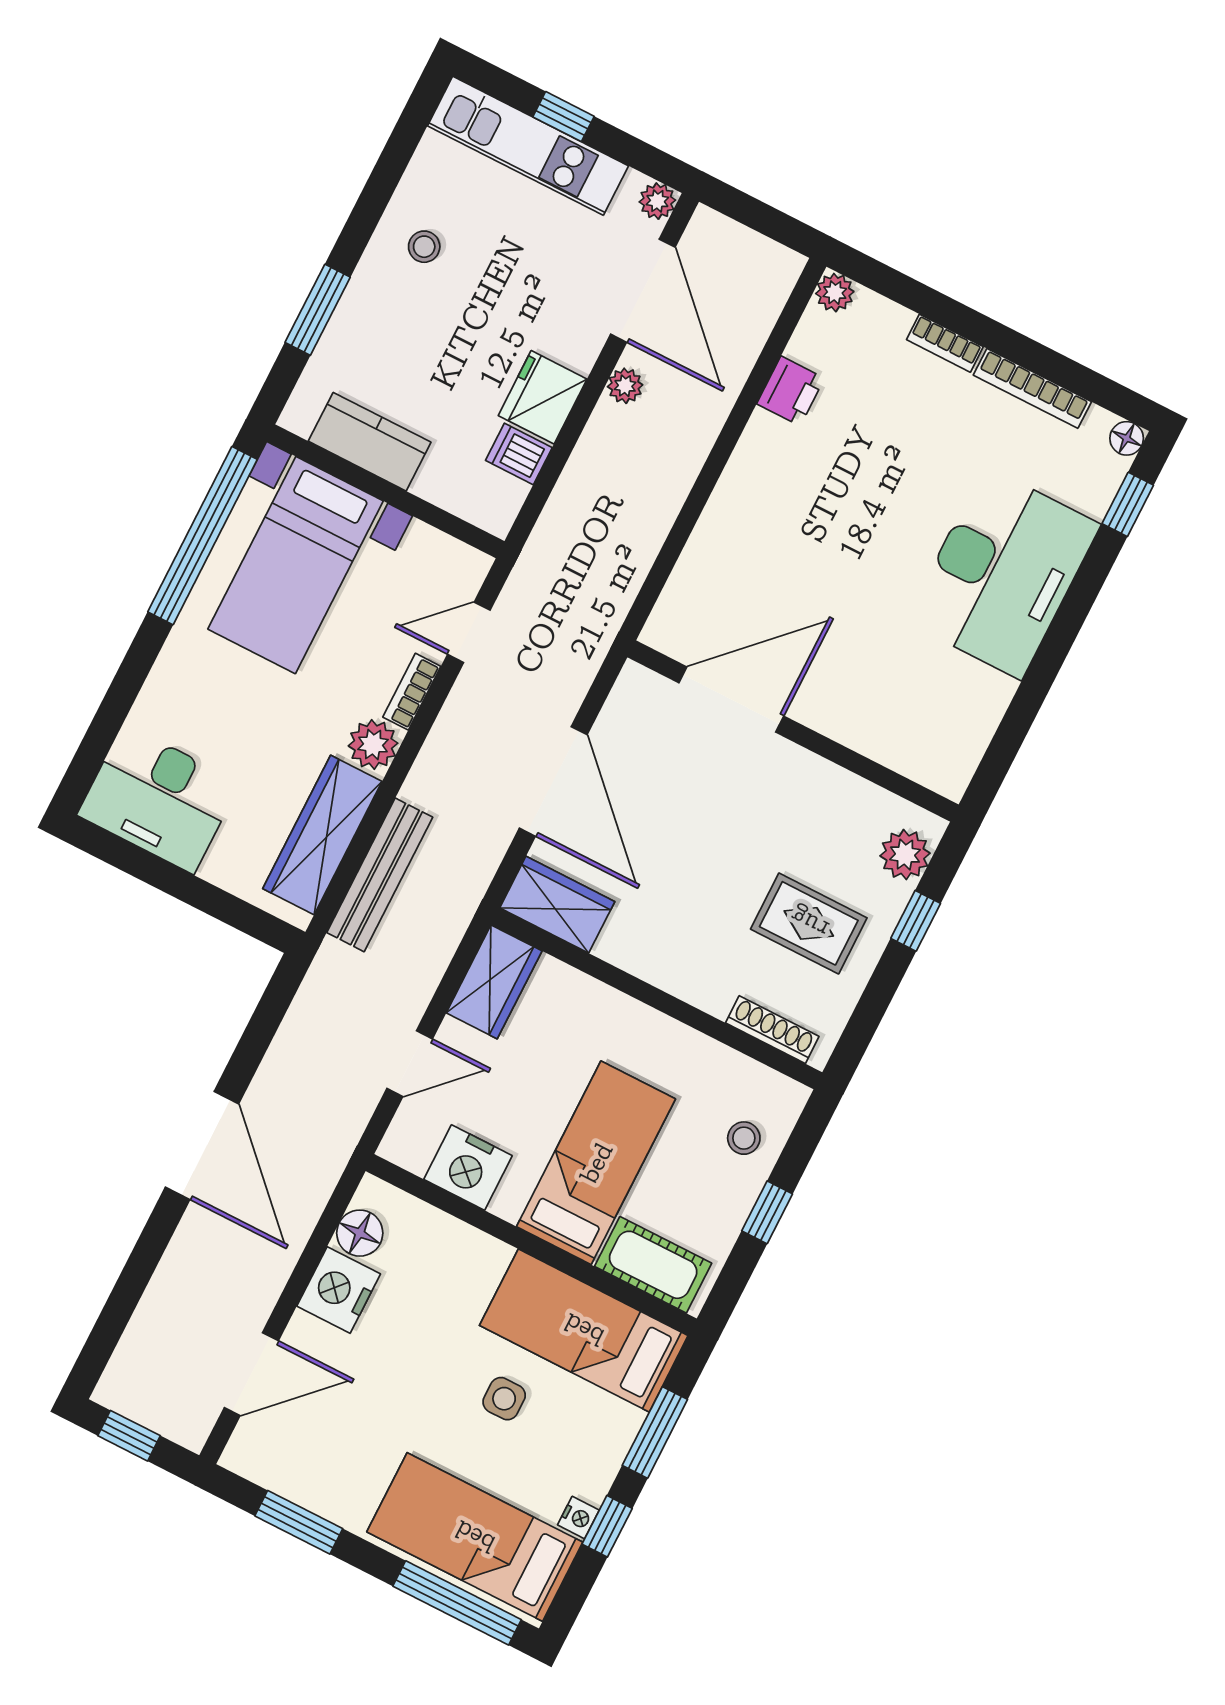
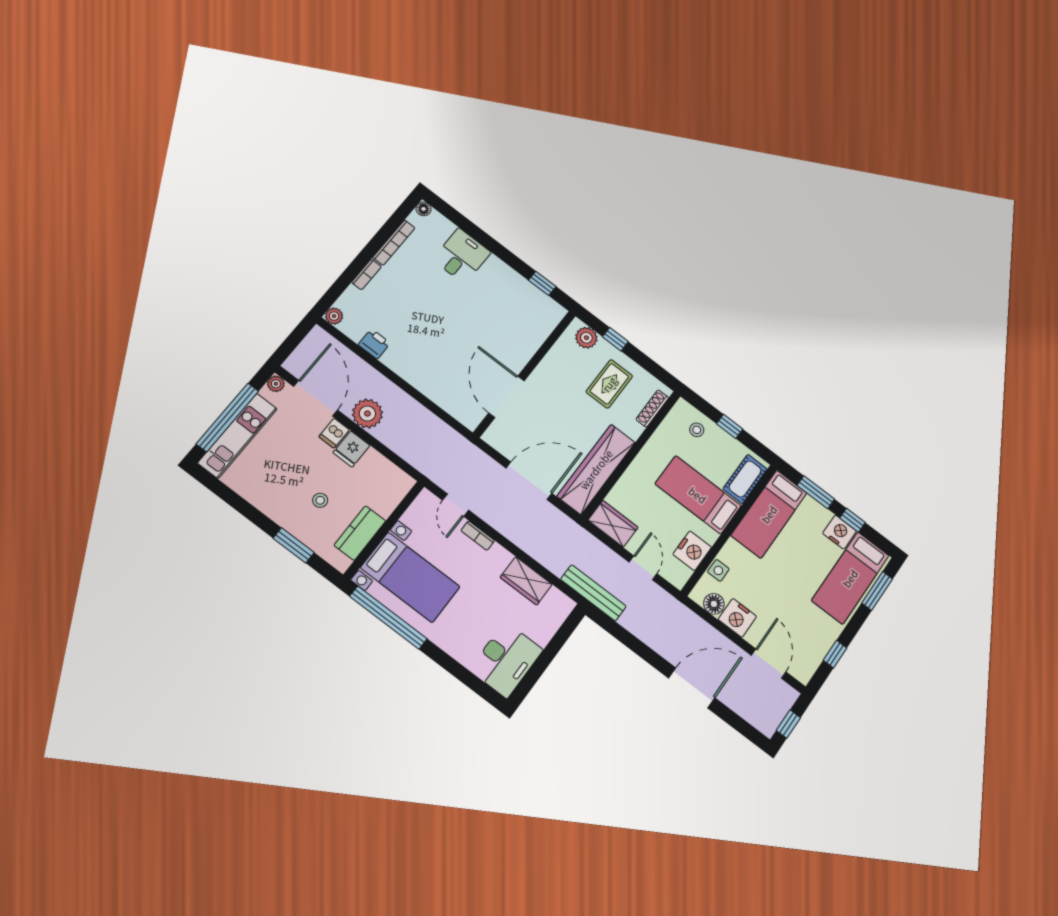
window: (564, 117) -> (228, 417), width x3.17
stool: (424, 247) -> (320, 500), moved
door: (643, 291) -> (316, 398), hinge flipped
plant: (625, 386) -> (367, 414), width x1.88, depth x1.88
fridge: (543, 397) -> (351, 449), width x0.72
dishwasher: (519, 454) -> (334, 433), moved
window: (1128, 504) -> (542, 283), moved
desk: (1003, 573) -> (462, 256), width x0.53, depth x0.77
plant: (373, 745) -> (498, 557), removed
wardrobe: (322, 835) -> (526, 581), width x0.67
bench: (380, 875) -> (593, 593), moved
wardrobe: (557, 905) -> (596, 469), width x2.10, depth x1.17
door: (202, 1146) -> (692, 688), moved
side table: (504, 1399) -> (718, 570), moved
nightstand: (578, 1518) -> (840, 532), width x1.89, depth x1.79
window: (299, 1522) -> (835, 654), width x0.67
window: (457, 1603) -> (877, 591), width x0.69

